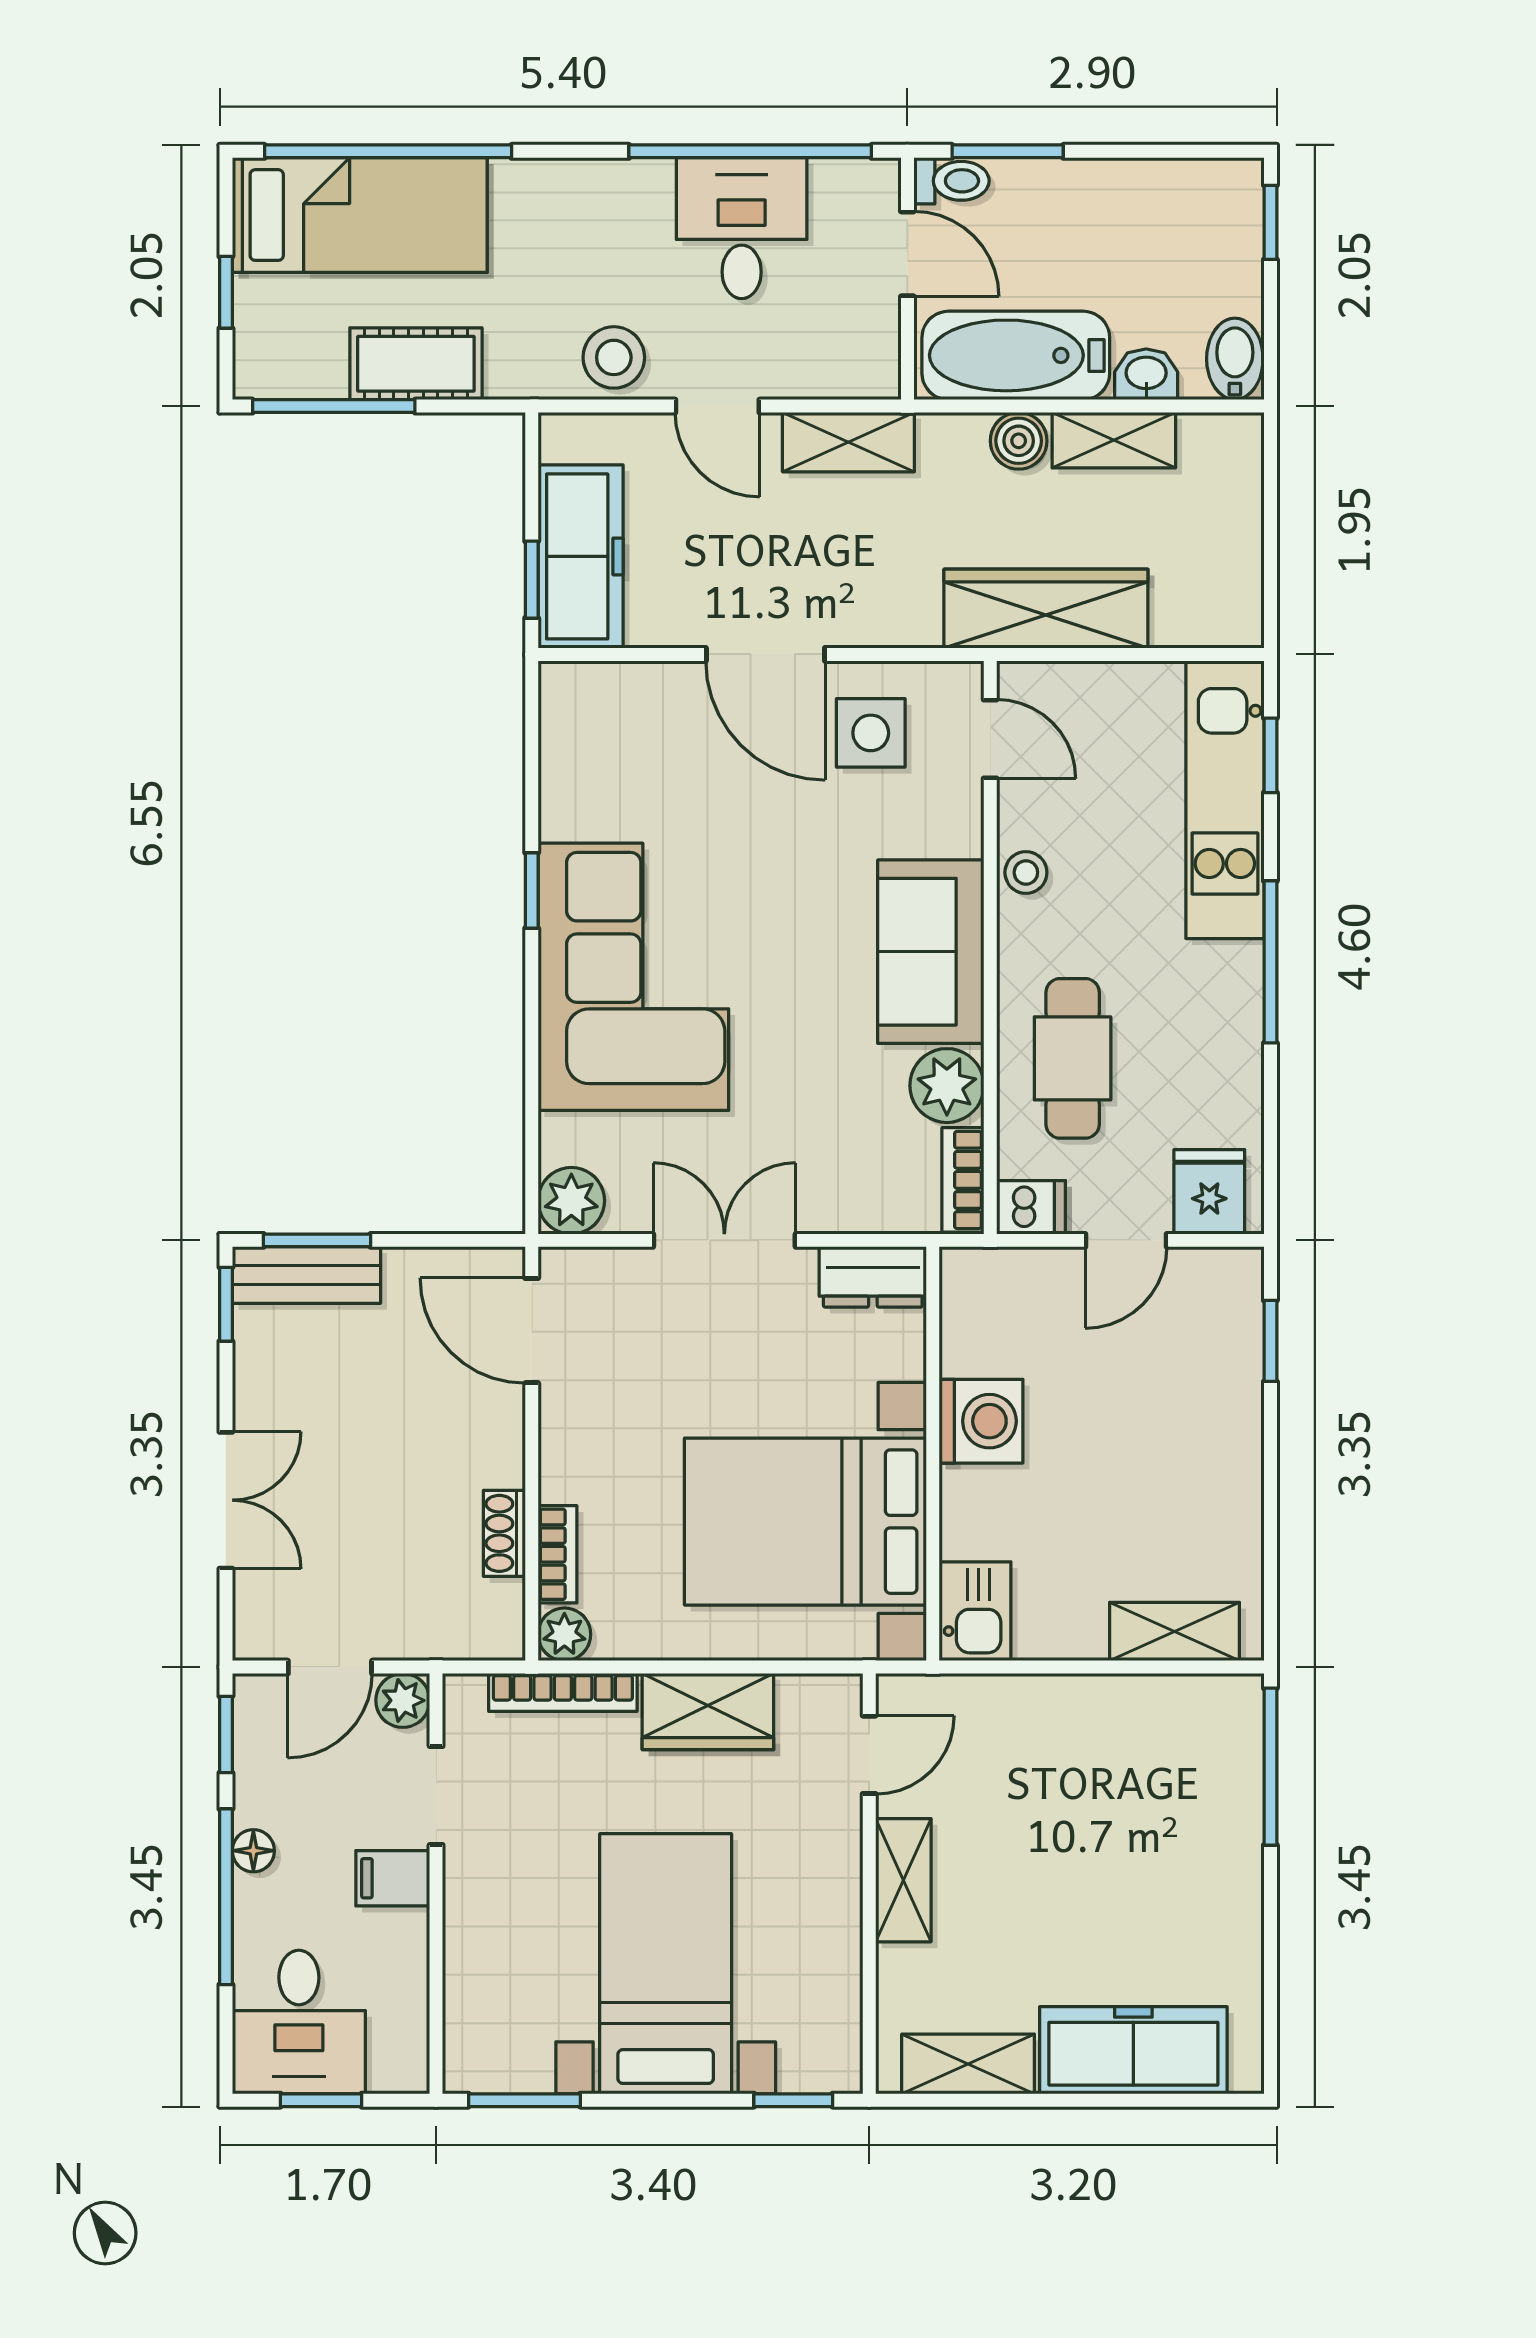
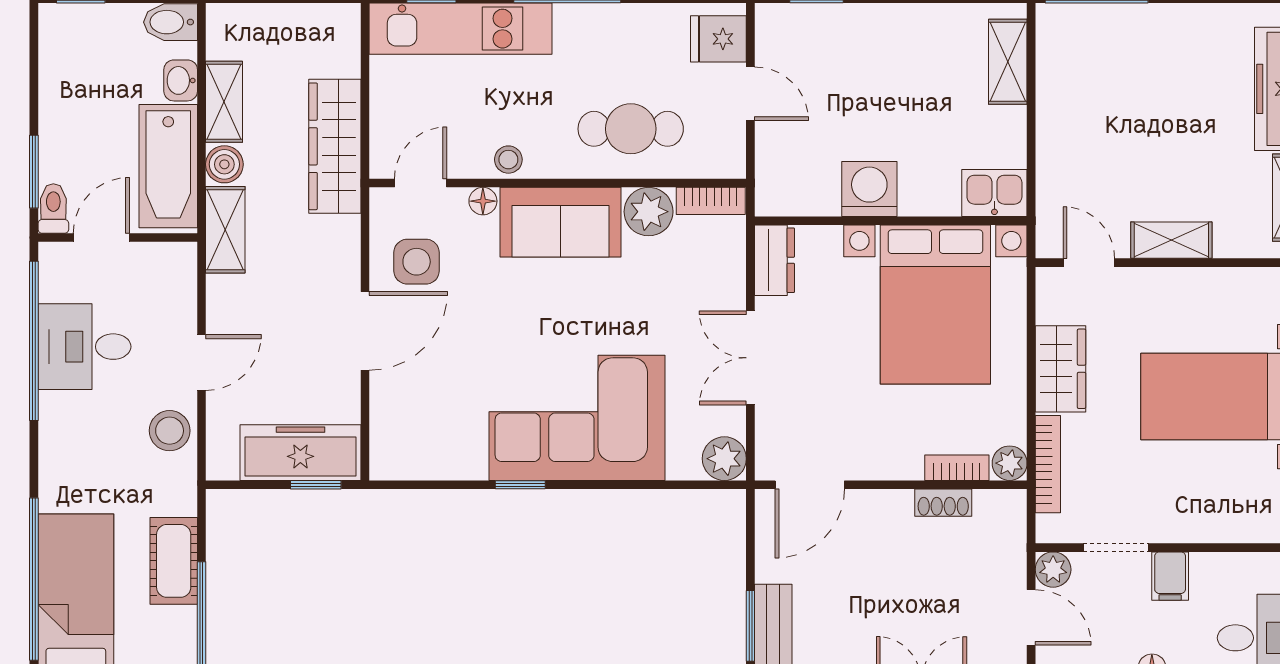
shelving: (848, 442) -> (225, 230), moved
floor lamp: (963, 834) -> (483, 201), added
dishwasher: (1031, 1207) -> (729, 156), removed

